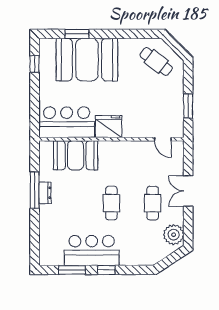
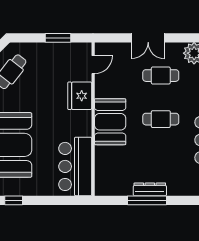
fridge: (109, 127) -> (80, 96), moved
booth: (76, 155) -> (110, 122), moved
dresser: (45, 193) -> (150, 189), width x1.44

